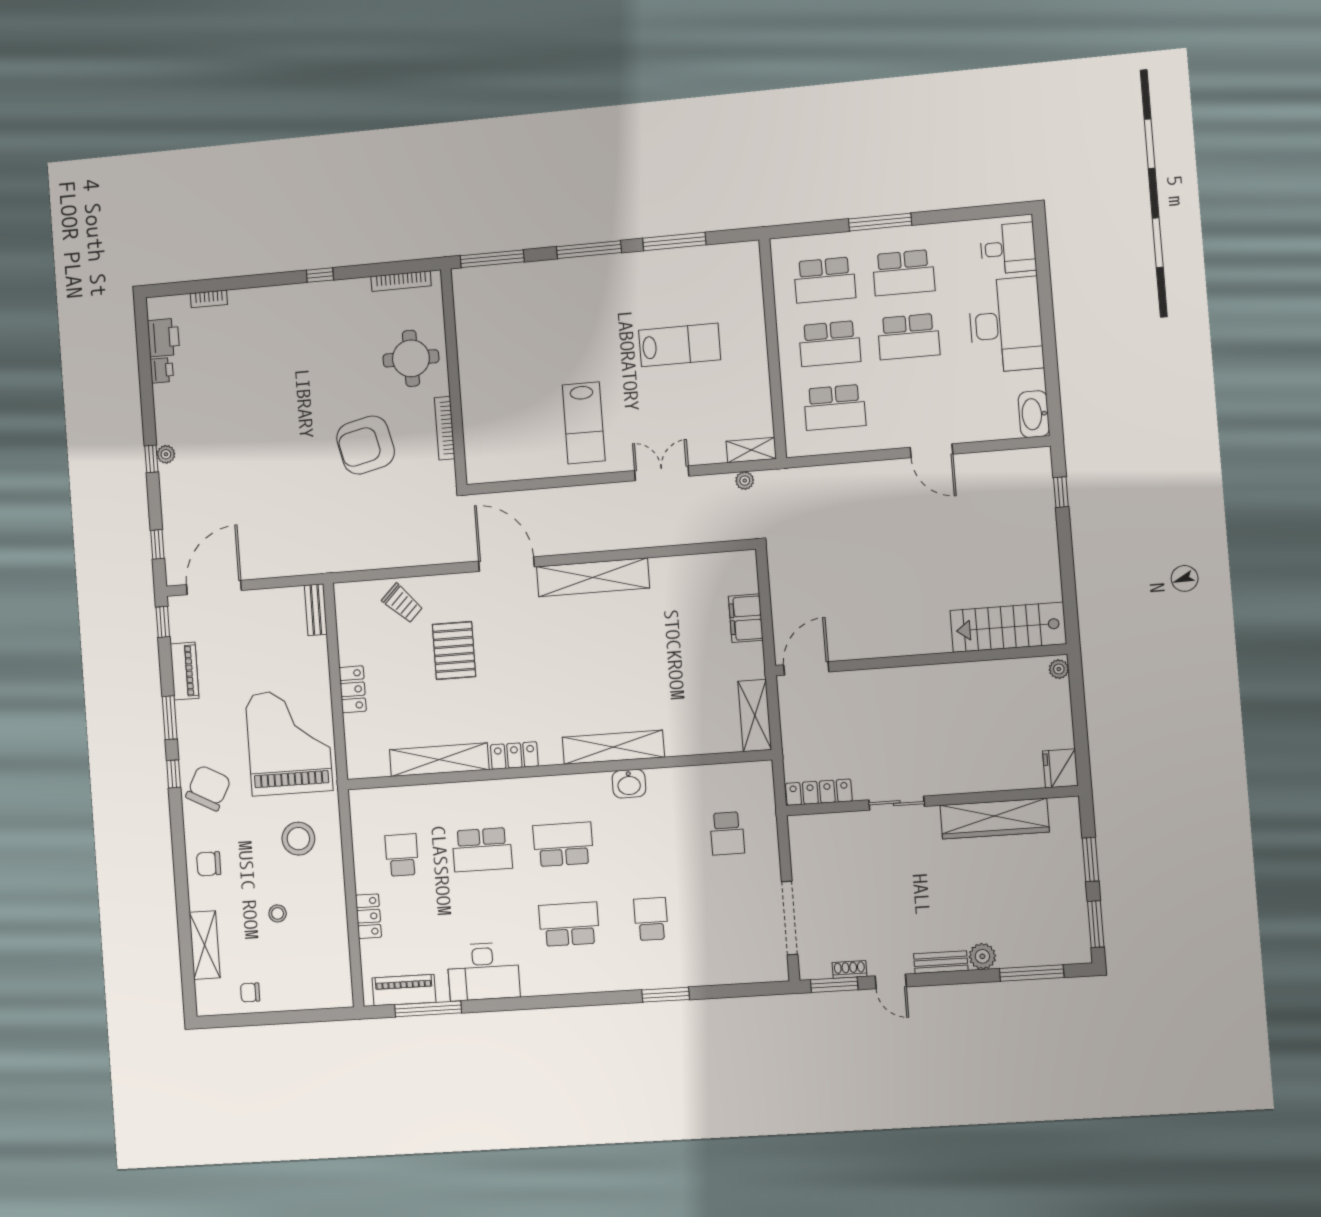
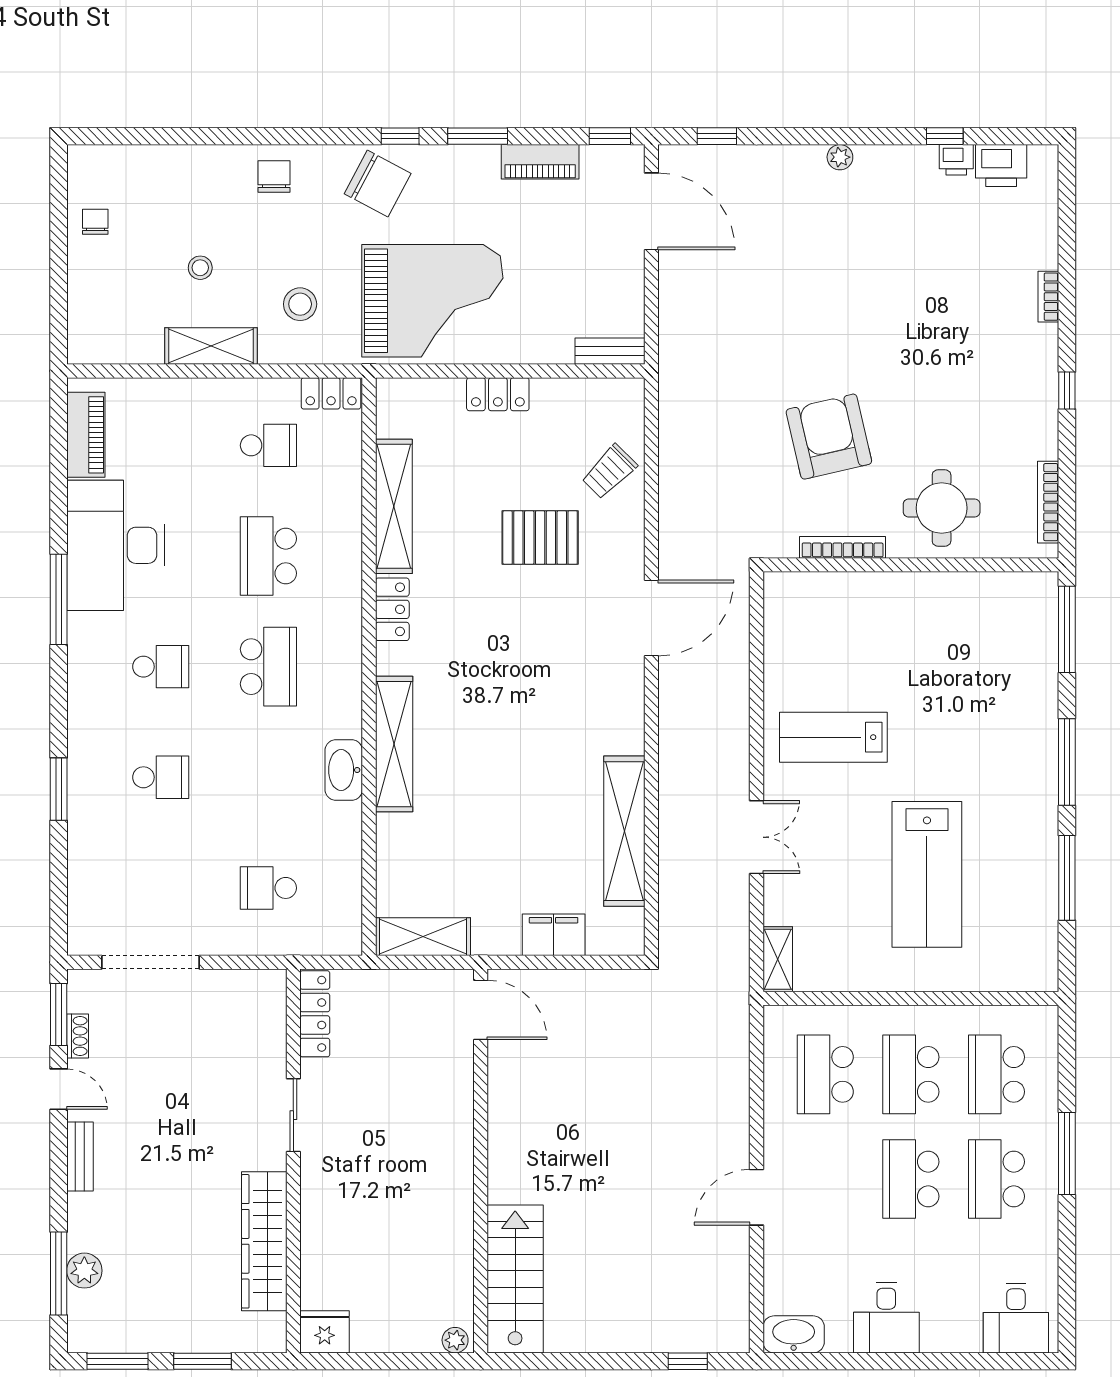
bookcase: (209, 299) -> (1048, 297), moved
desk: (1006, 325) -> (886, 1318), width x0.53, depth x0.77
lab bench: (680, 345) -> (927, 874), width x1.36, depth x1.39
window: (151, 459) -> (945, 136), moved
plant: (745, 481) -> (738, 947), removed
shelving: (593, 577) -> (624, 831), moved
washbasin: (629, 784) -> (344, 770), width x1.38
stool: (298, 839) -> (300, 304), width x0.73, depth x0.73
locker: (369, 916) -> (331, 393), moved
school desk: (569, 924) -> (161, 667), width x0.54
shelving: (205, 945) -> (211, 346), moved
plant: (982, 956) -> (84, 1271), moved
desk: (483, 971) -> (116, 545), width x1.36, depth x1.30
door: (891, 981) -> (59, 1089), swing flipped
window: (428, 1009) -> (59, 599), moved

